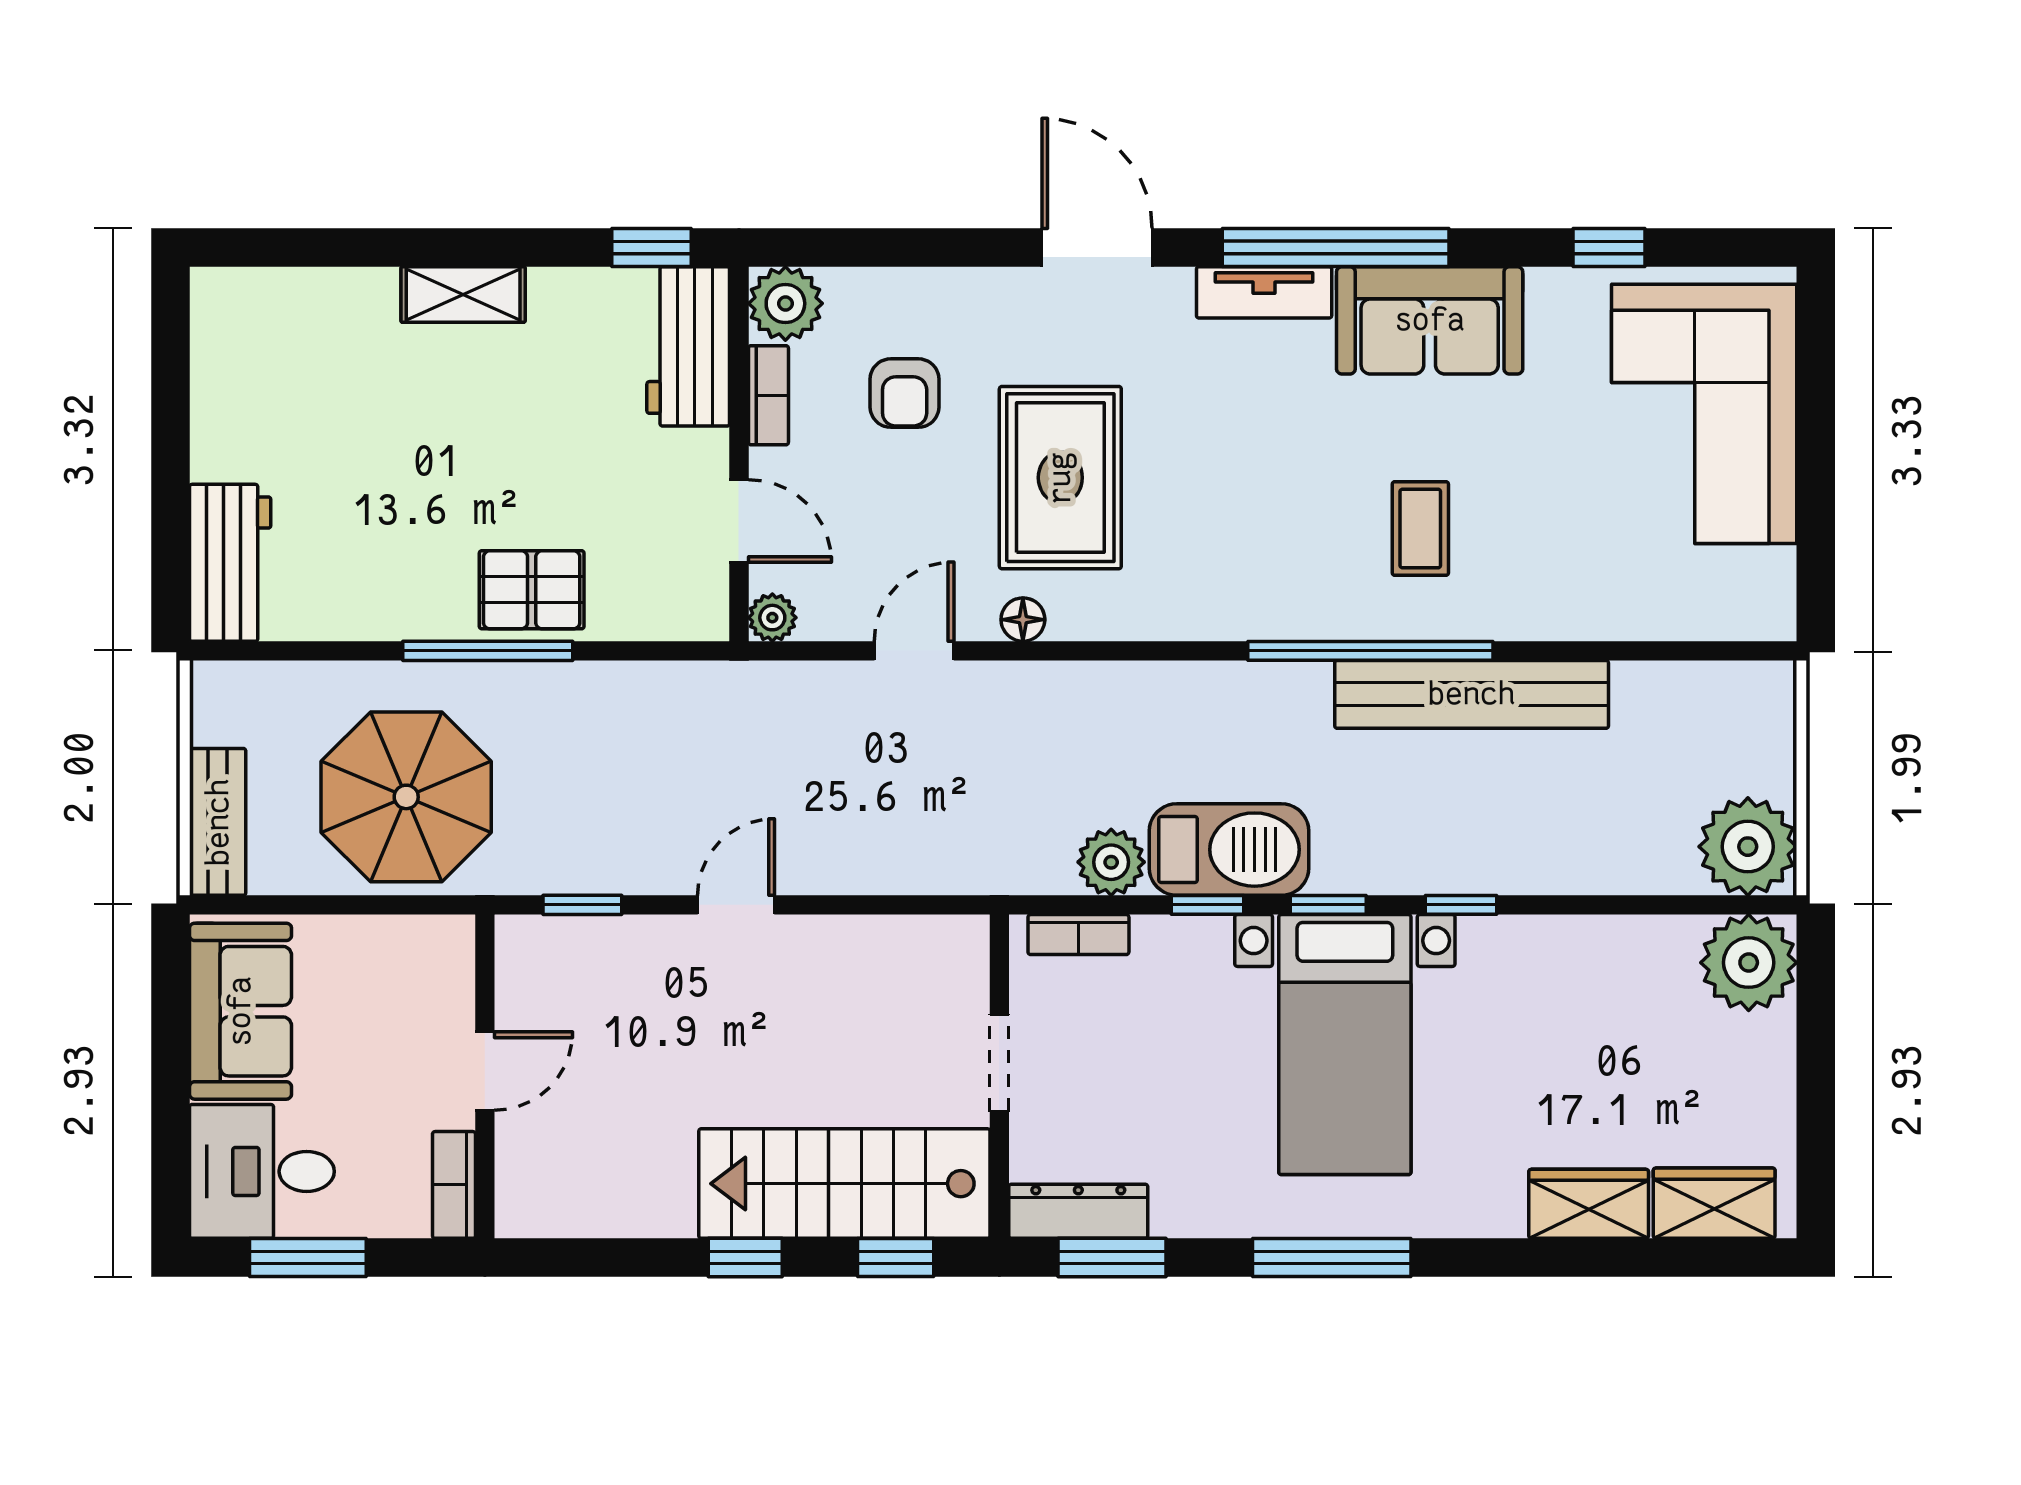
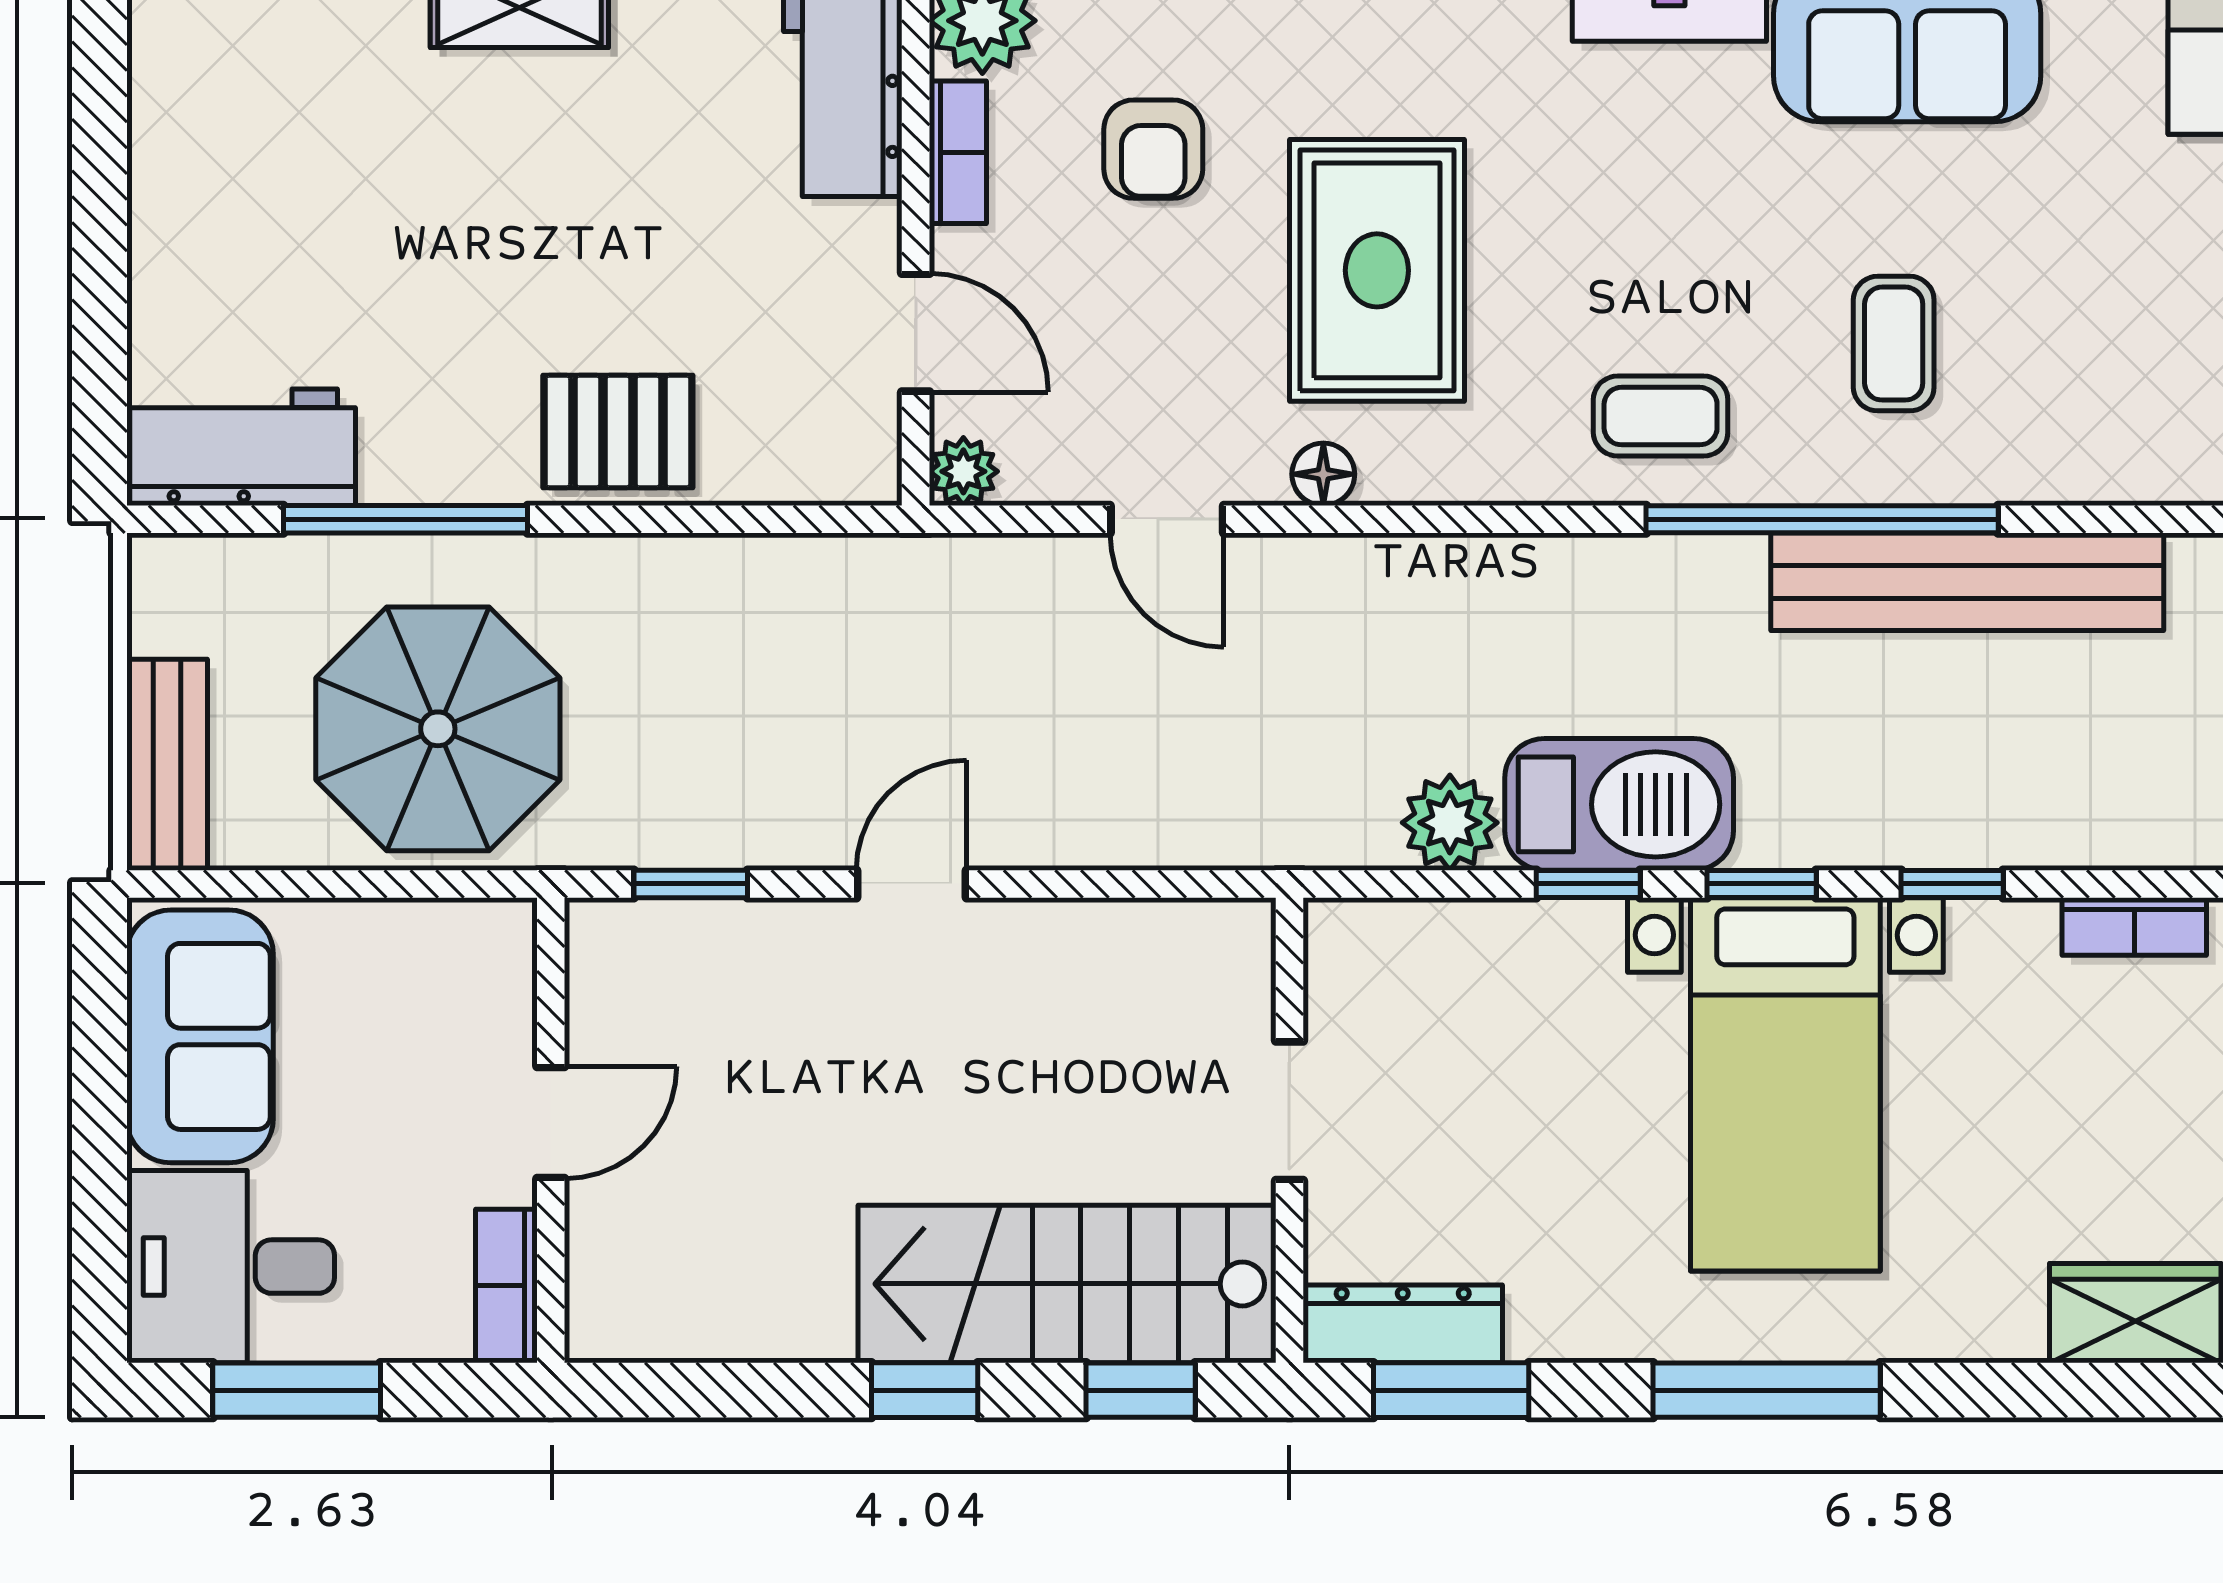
workbench: (230, 563) -> (243, 447), moved, turned -90
coffee table: (1258, 579) -> (1661, 416), added
window: (488, 651) -> (405, 519), moved
door: (914, 651) -> (1167, 519), swing flipped
bookcase: (1078, 935) -> (2134, 927), moved

